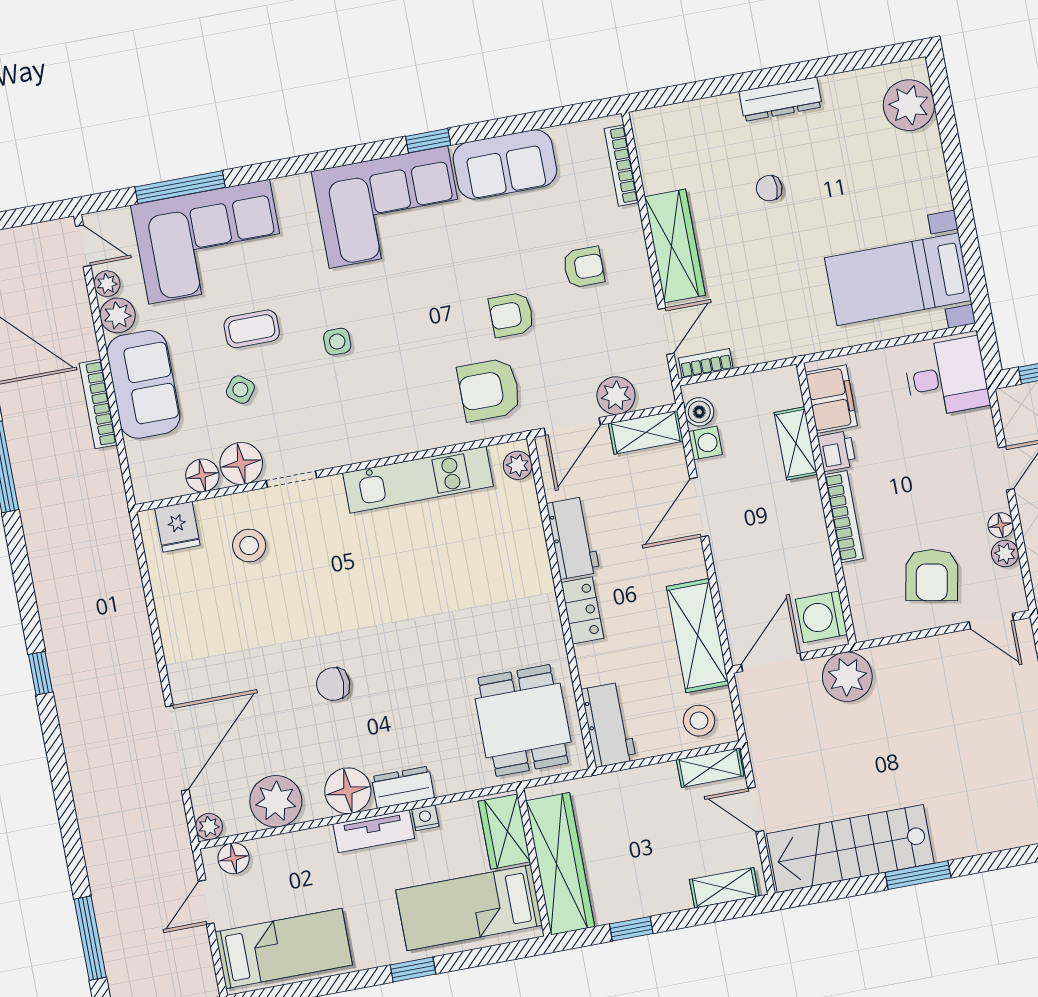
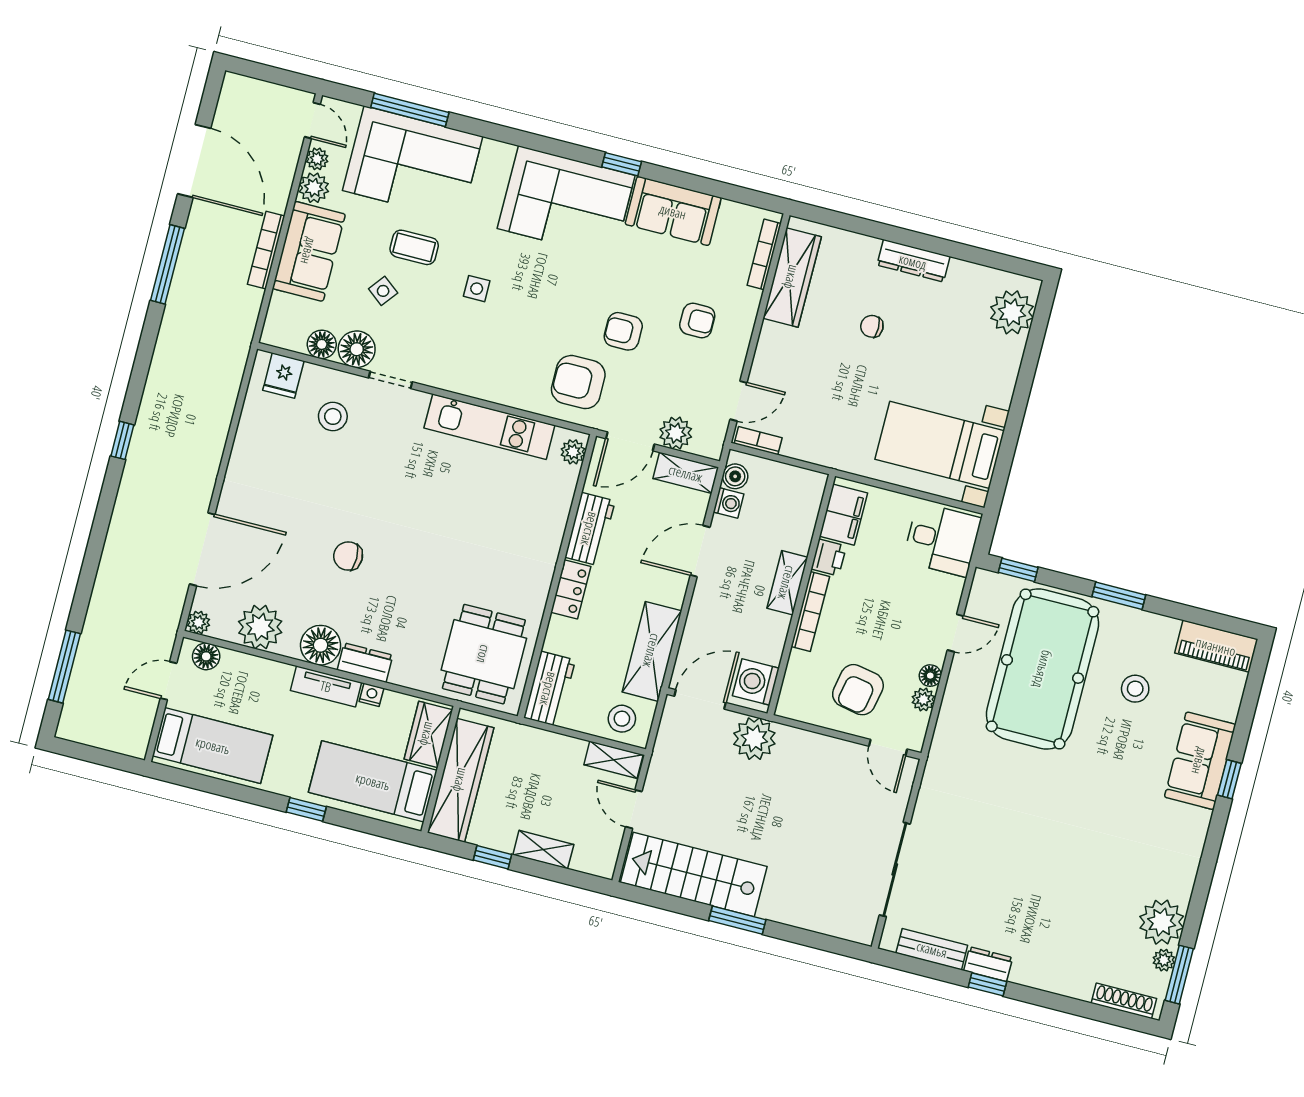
wardrobe: (675, 246) -> (792, 277), moved
shelving: (796, 443) -> (787, 583), moved
shelving: (724, 888) -> (543, 850), moved

